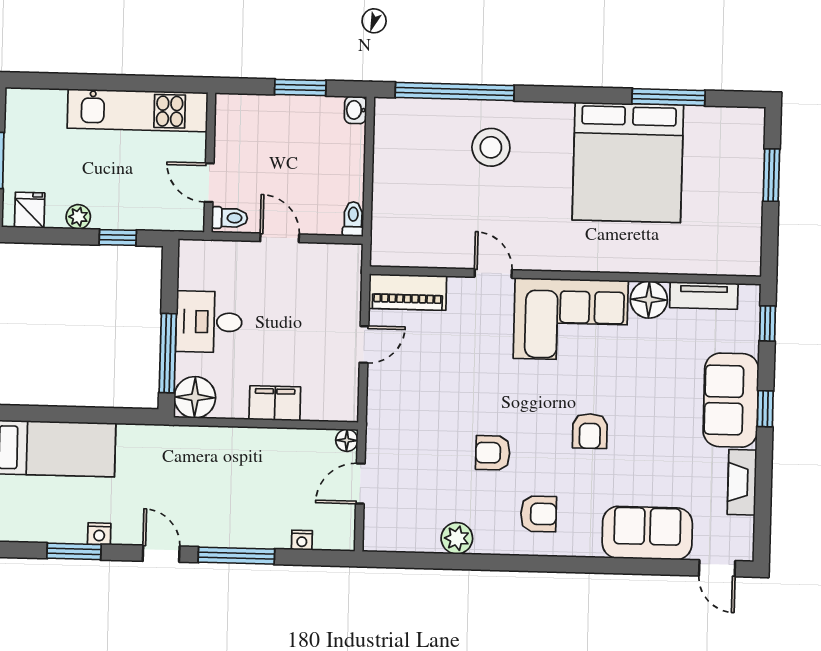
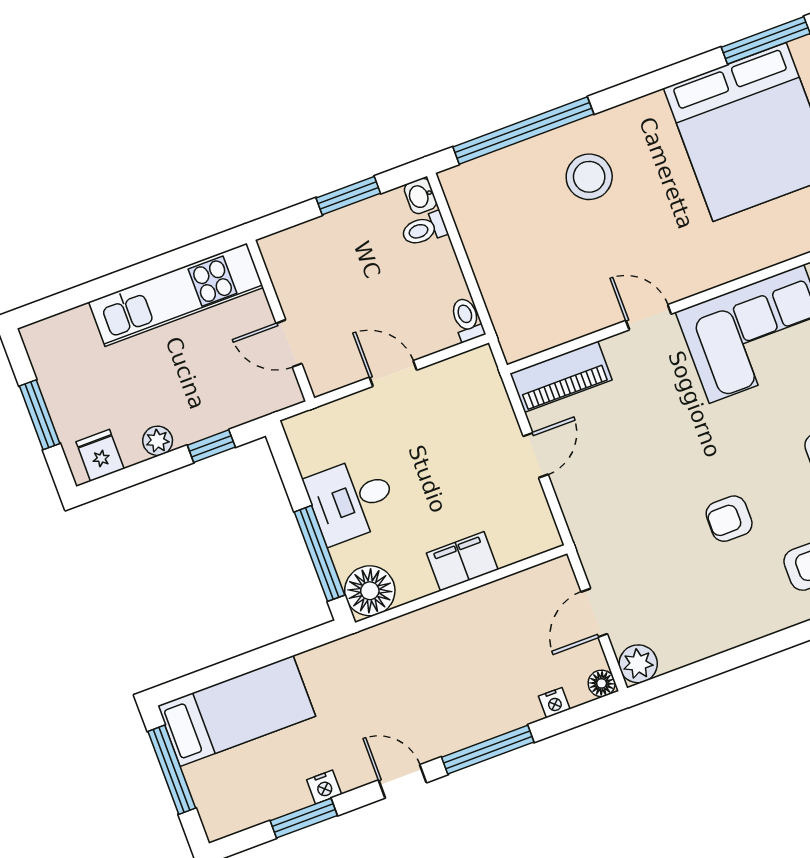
toilet: (230, 218) -> (424, 229), moved, turned 180
floor lamp: (347, 440) -> (602, 683), moved
plant: (457, 538) -> (638, 664), moved

